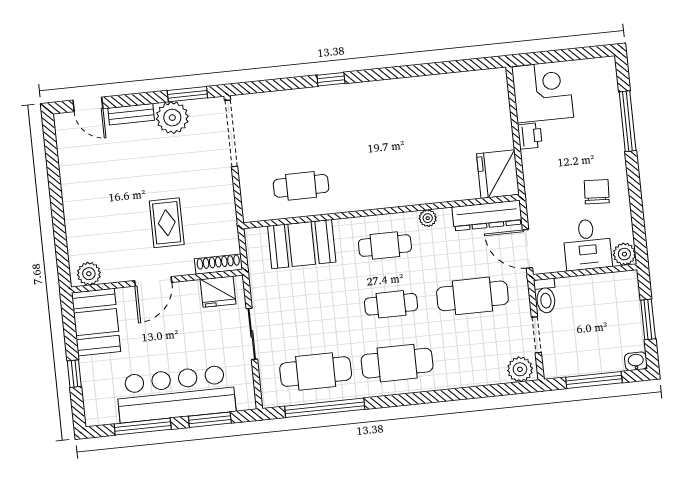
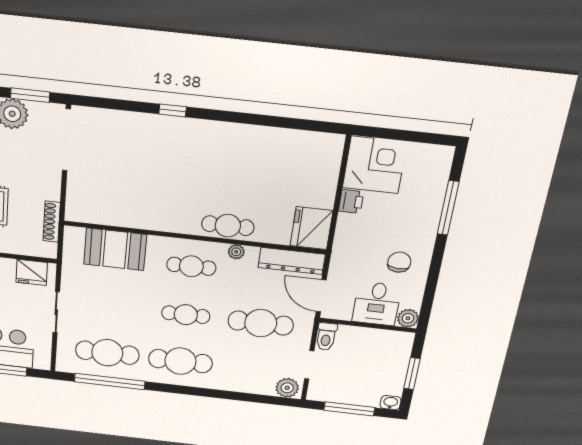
cafe table: (301, 186) -> (228, 226), moved
shoe rack: (218, 264) -> (52, 222), moved, turned -90

